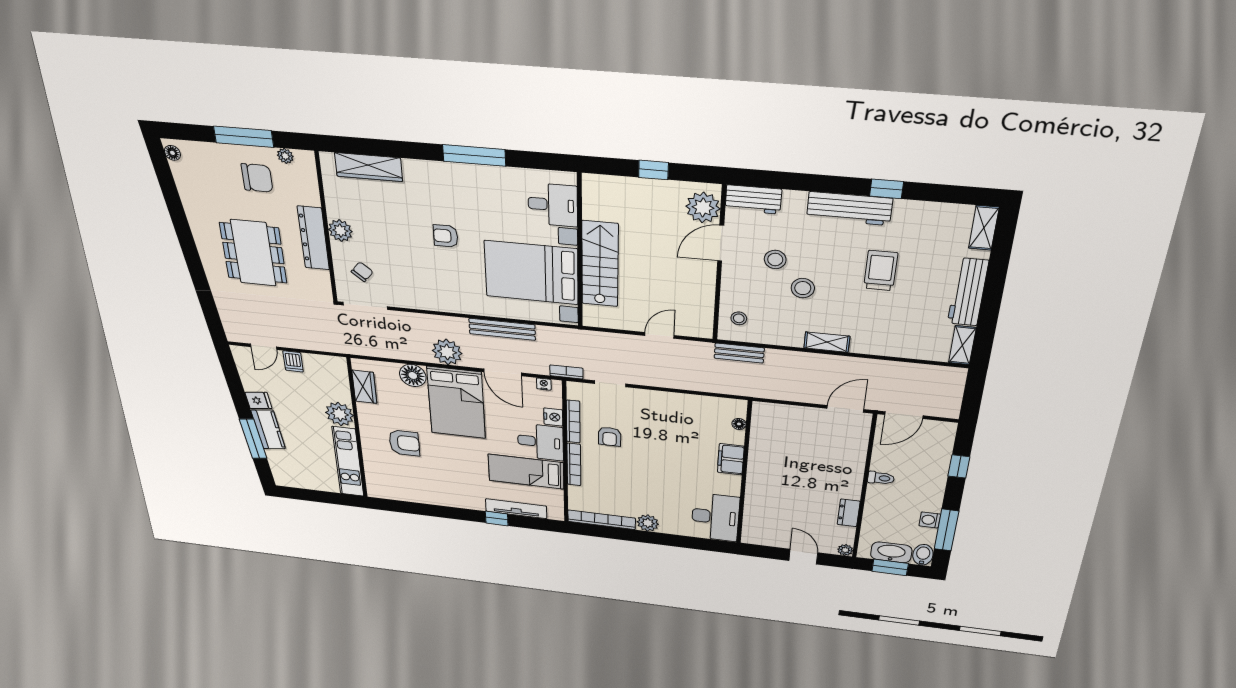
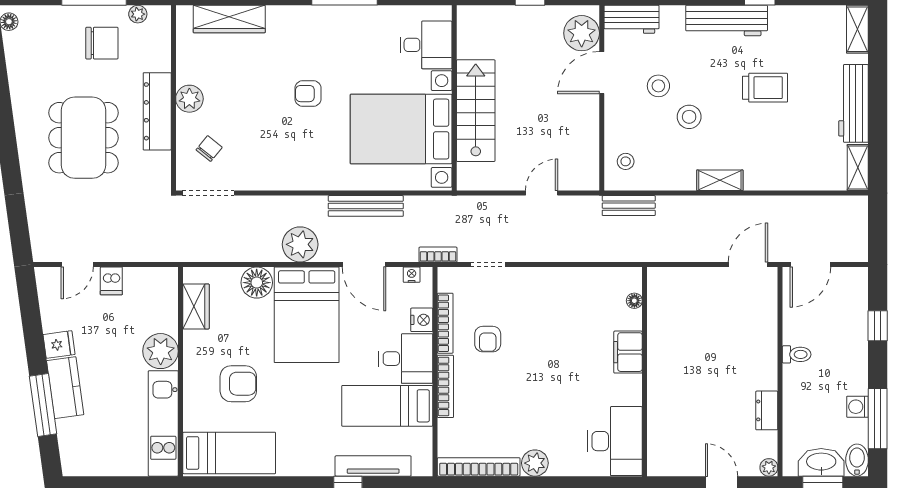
trolley: (881, 271) -> (765, 88), turned 90
bed: (402, 487) -> (229, 453), added

